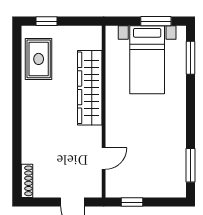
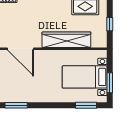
window: (46, 21) -> (110, 24), moved
door: (104, 159) -> (20, 49), width x1.87

